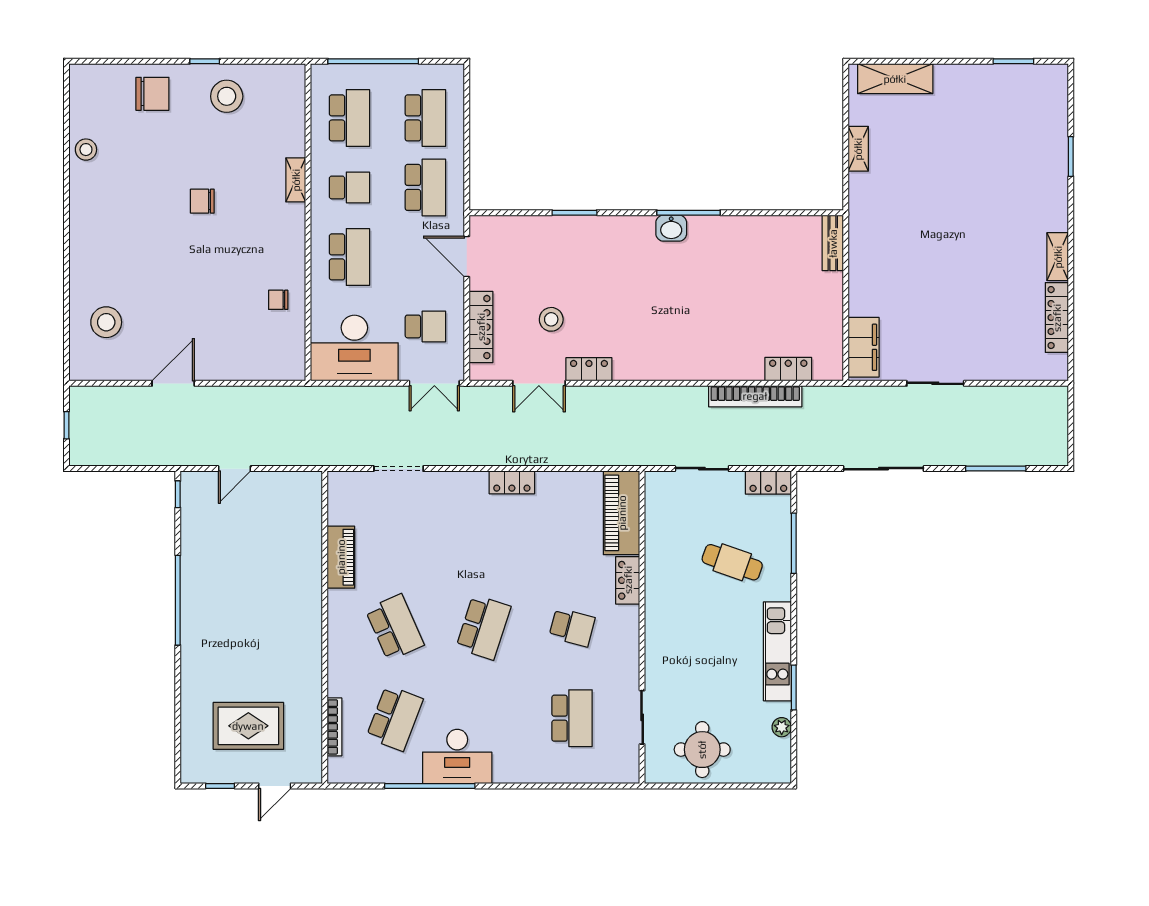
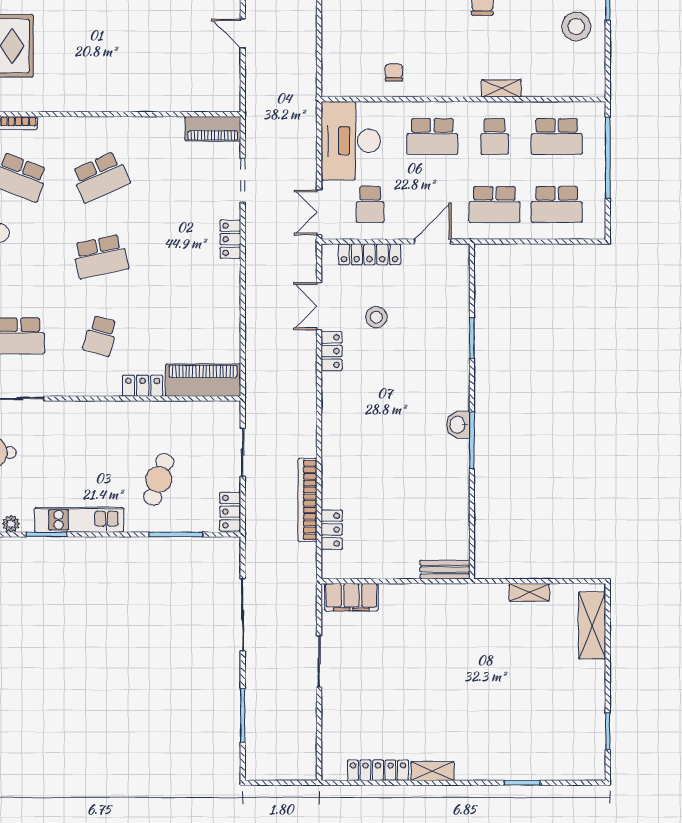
locker: (512, 482) -> (230, 239), moved
piano: (341, 557) -> (213, 129), moved
school desk: (483, 627) -> (100, 256), turned -30

